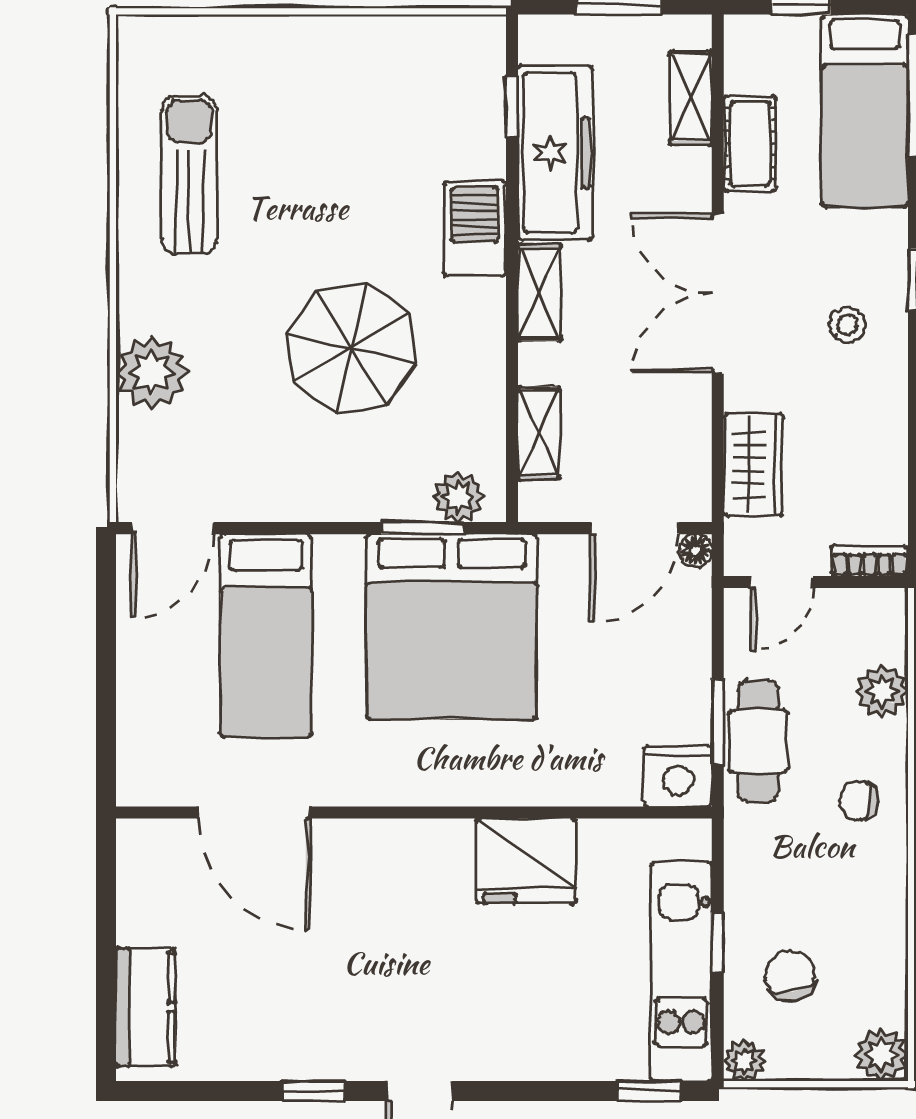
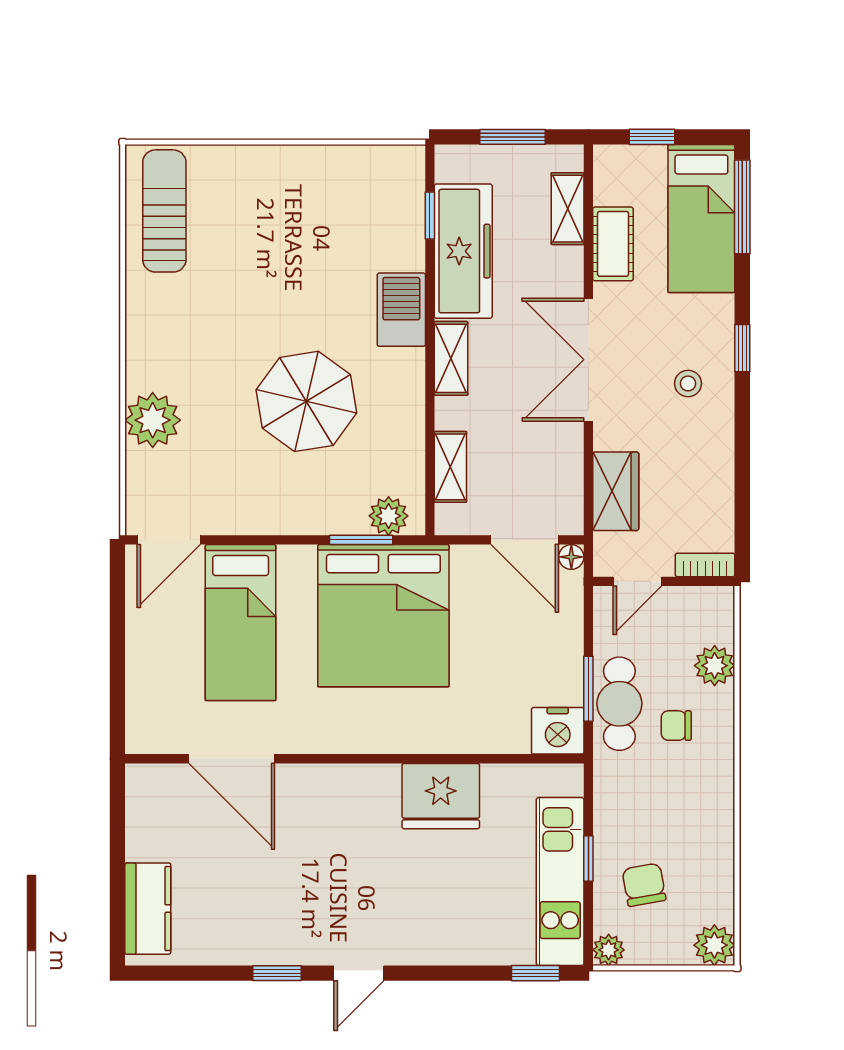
sun lounger: (189, 175) -> (164, 211), moved
door: (635, 528) -> (525, 540), hinge flipped
chair: (859, 801) -> (676, 726), moved

